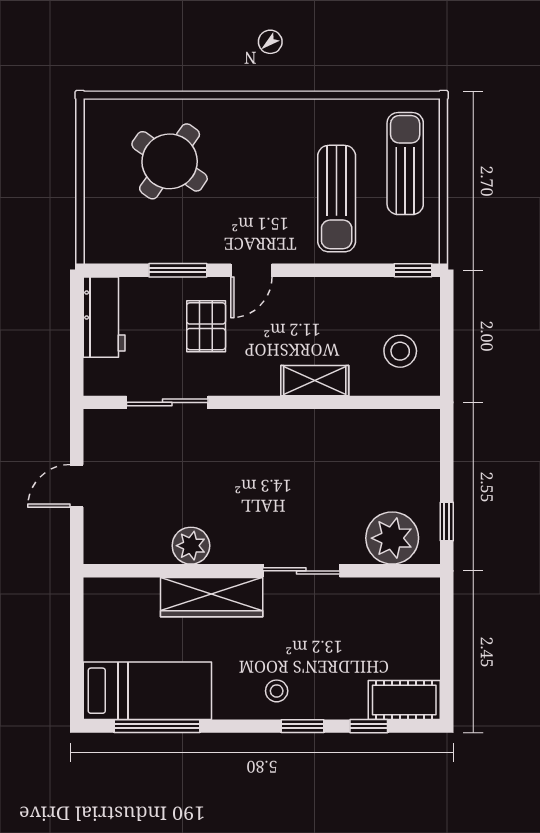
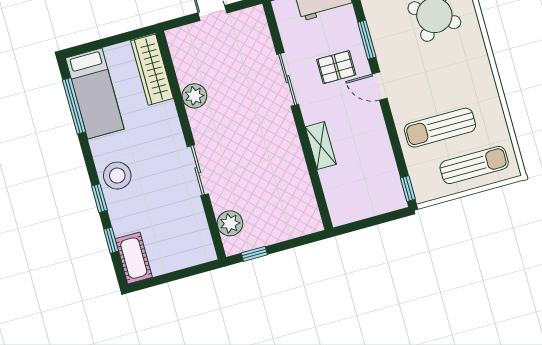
stool: (400, 351) -> (354, 195), removed
sliding door: (167, 402) -> (288, 79), moved
plant: (392, 538) -> (230, 223), width x0.73, depth x0.73
wardrobe: (212, 597) -> (152, 70), moved
stool: (277, 691) -> (117, 176), width x1.89, depth x1.89

